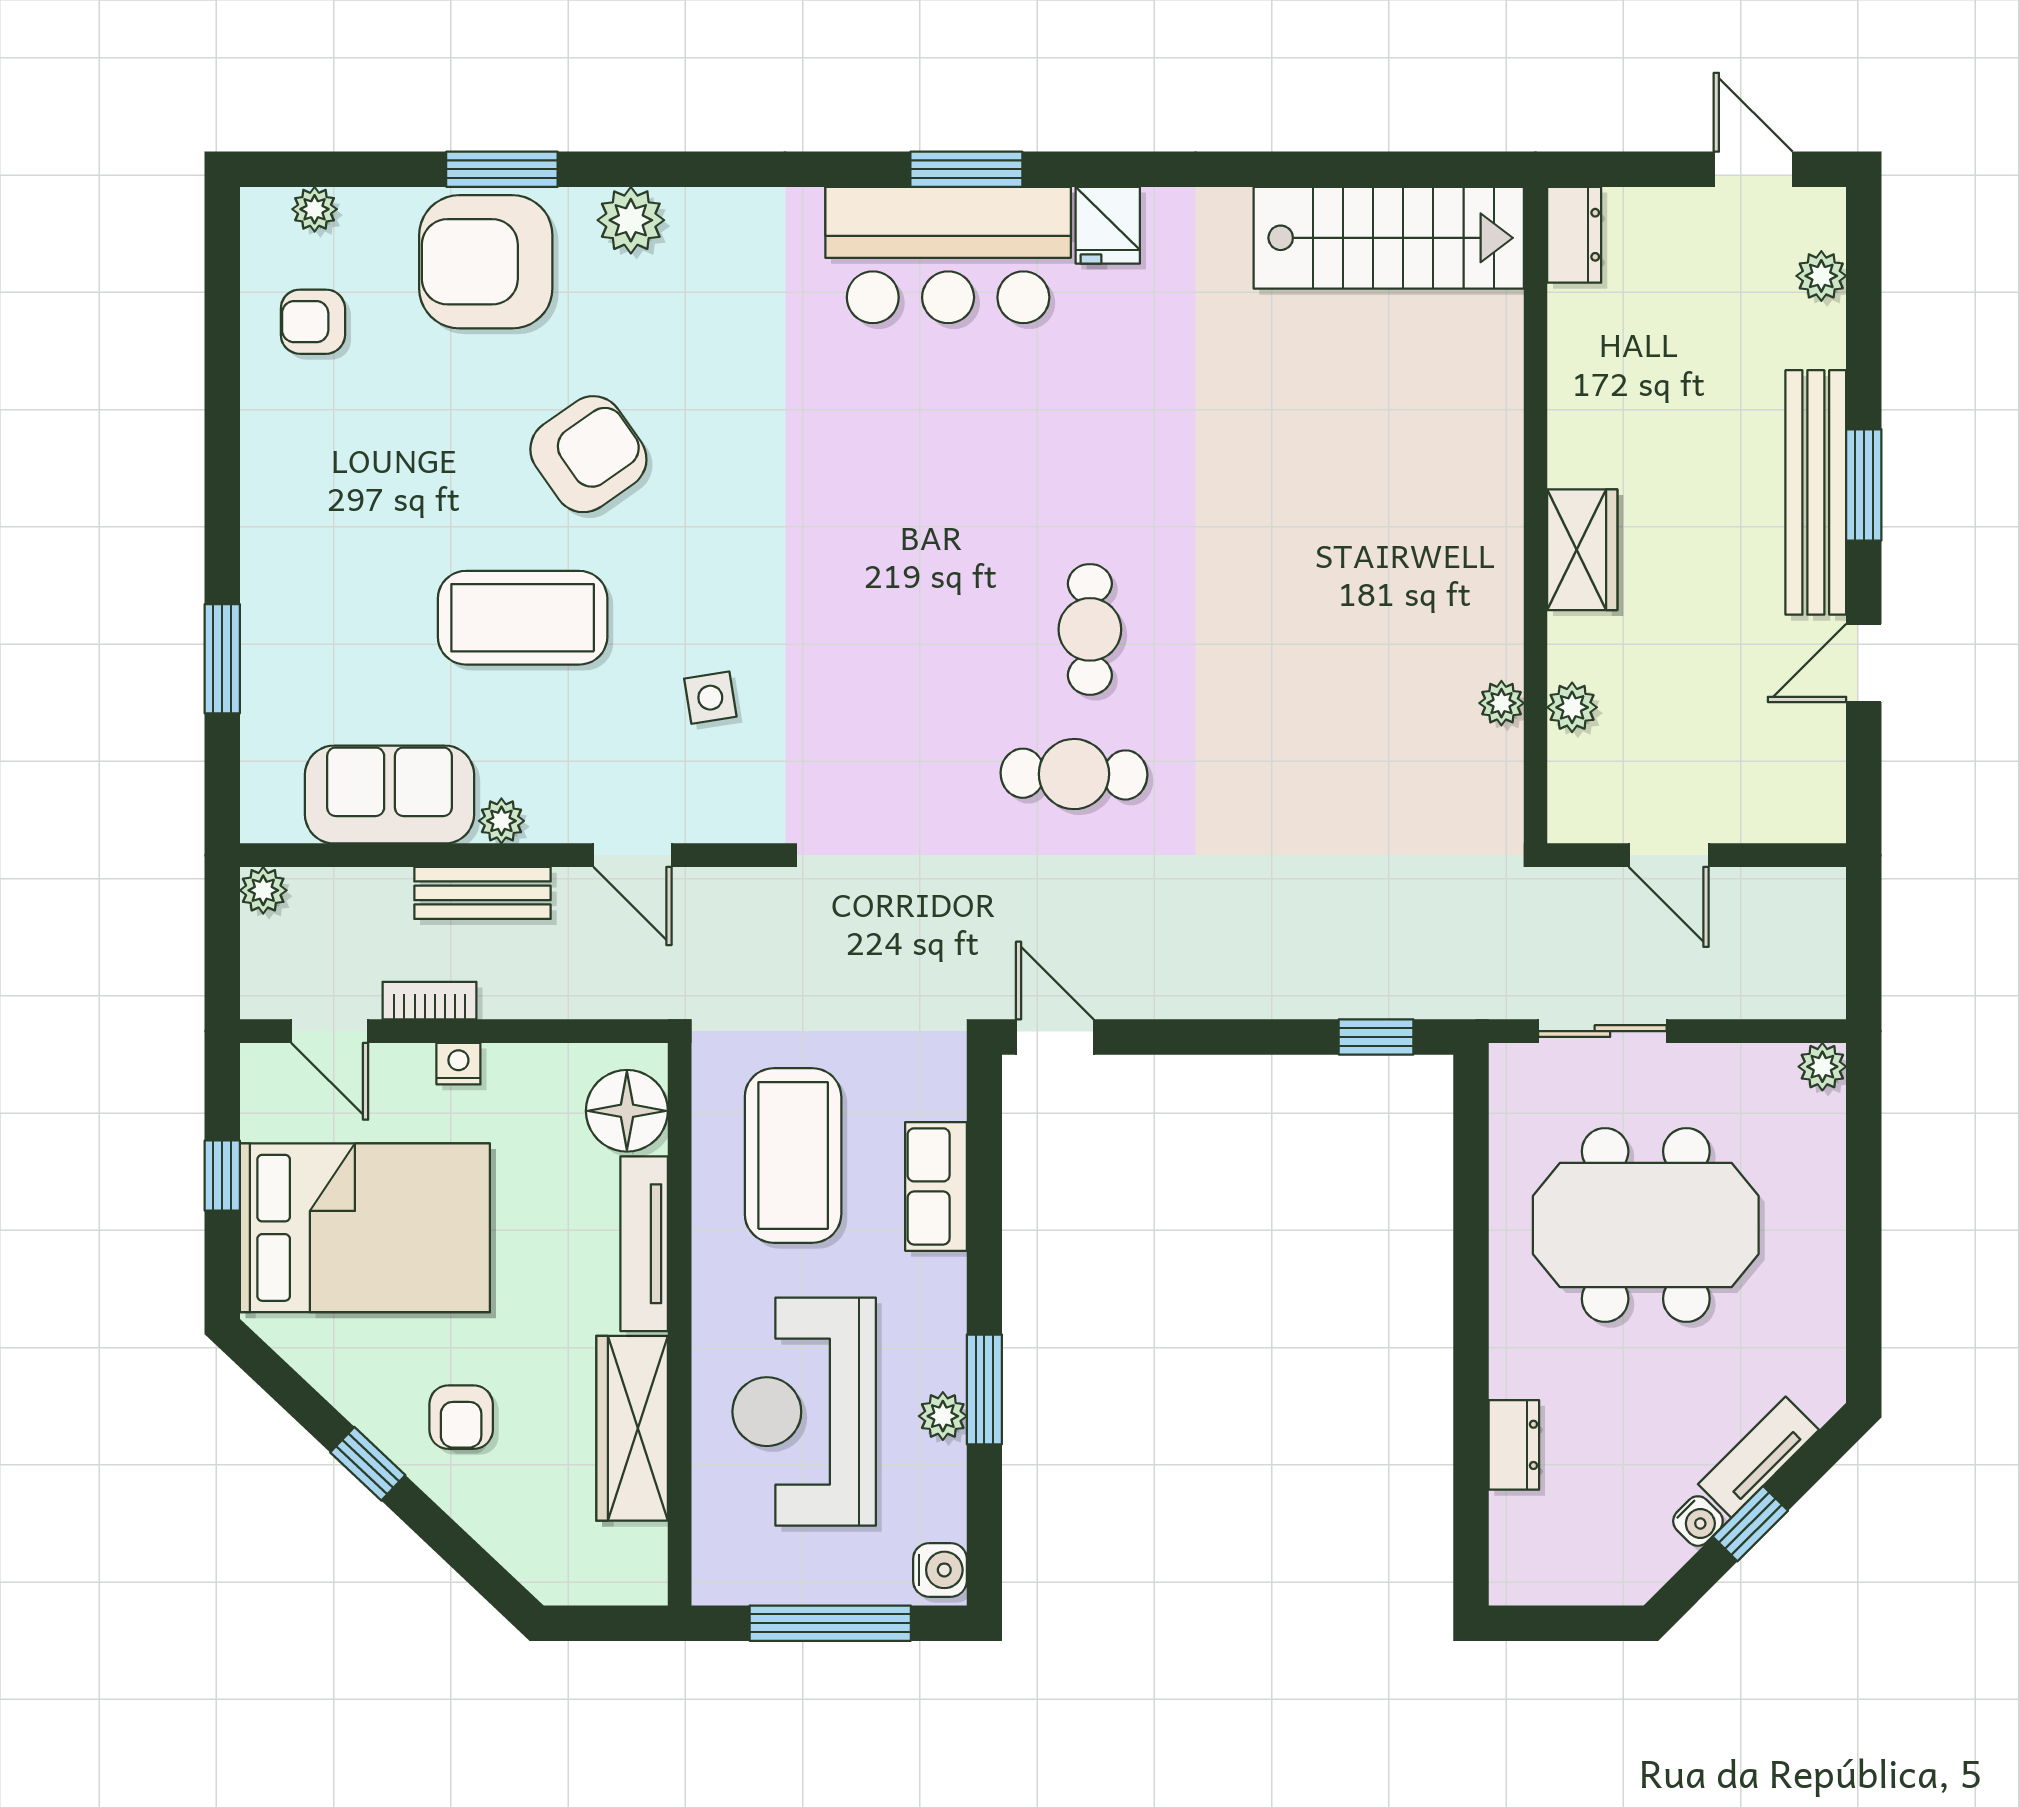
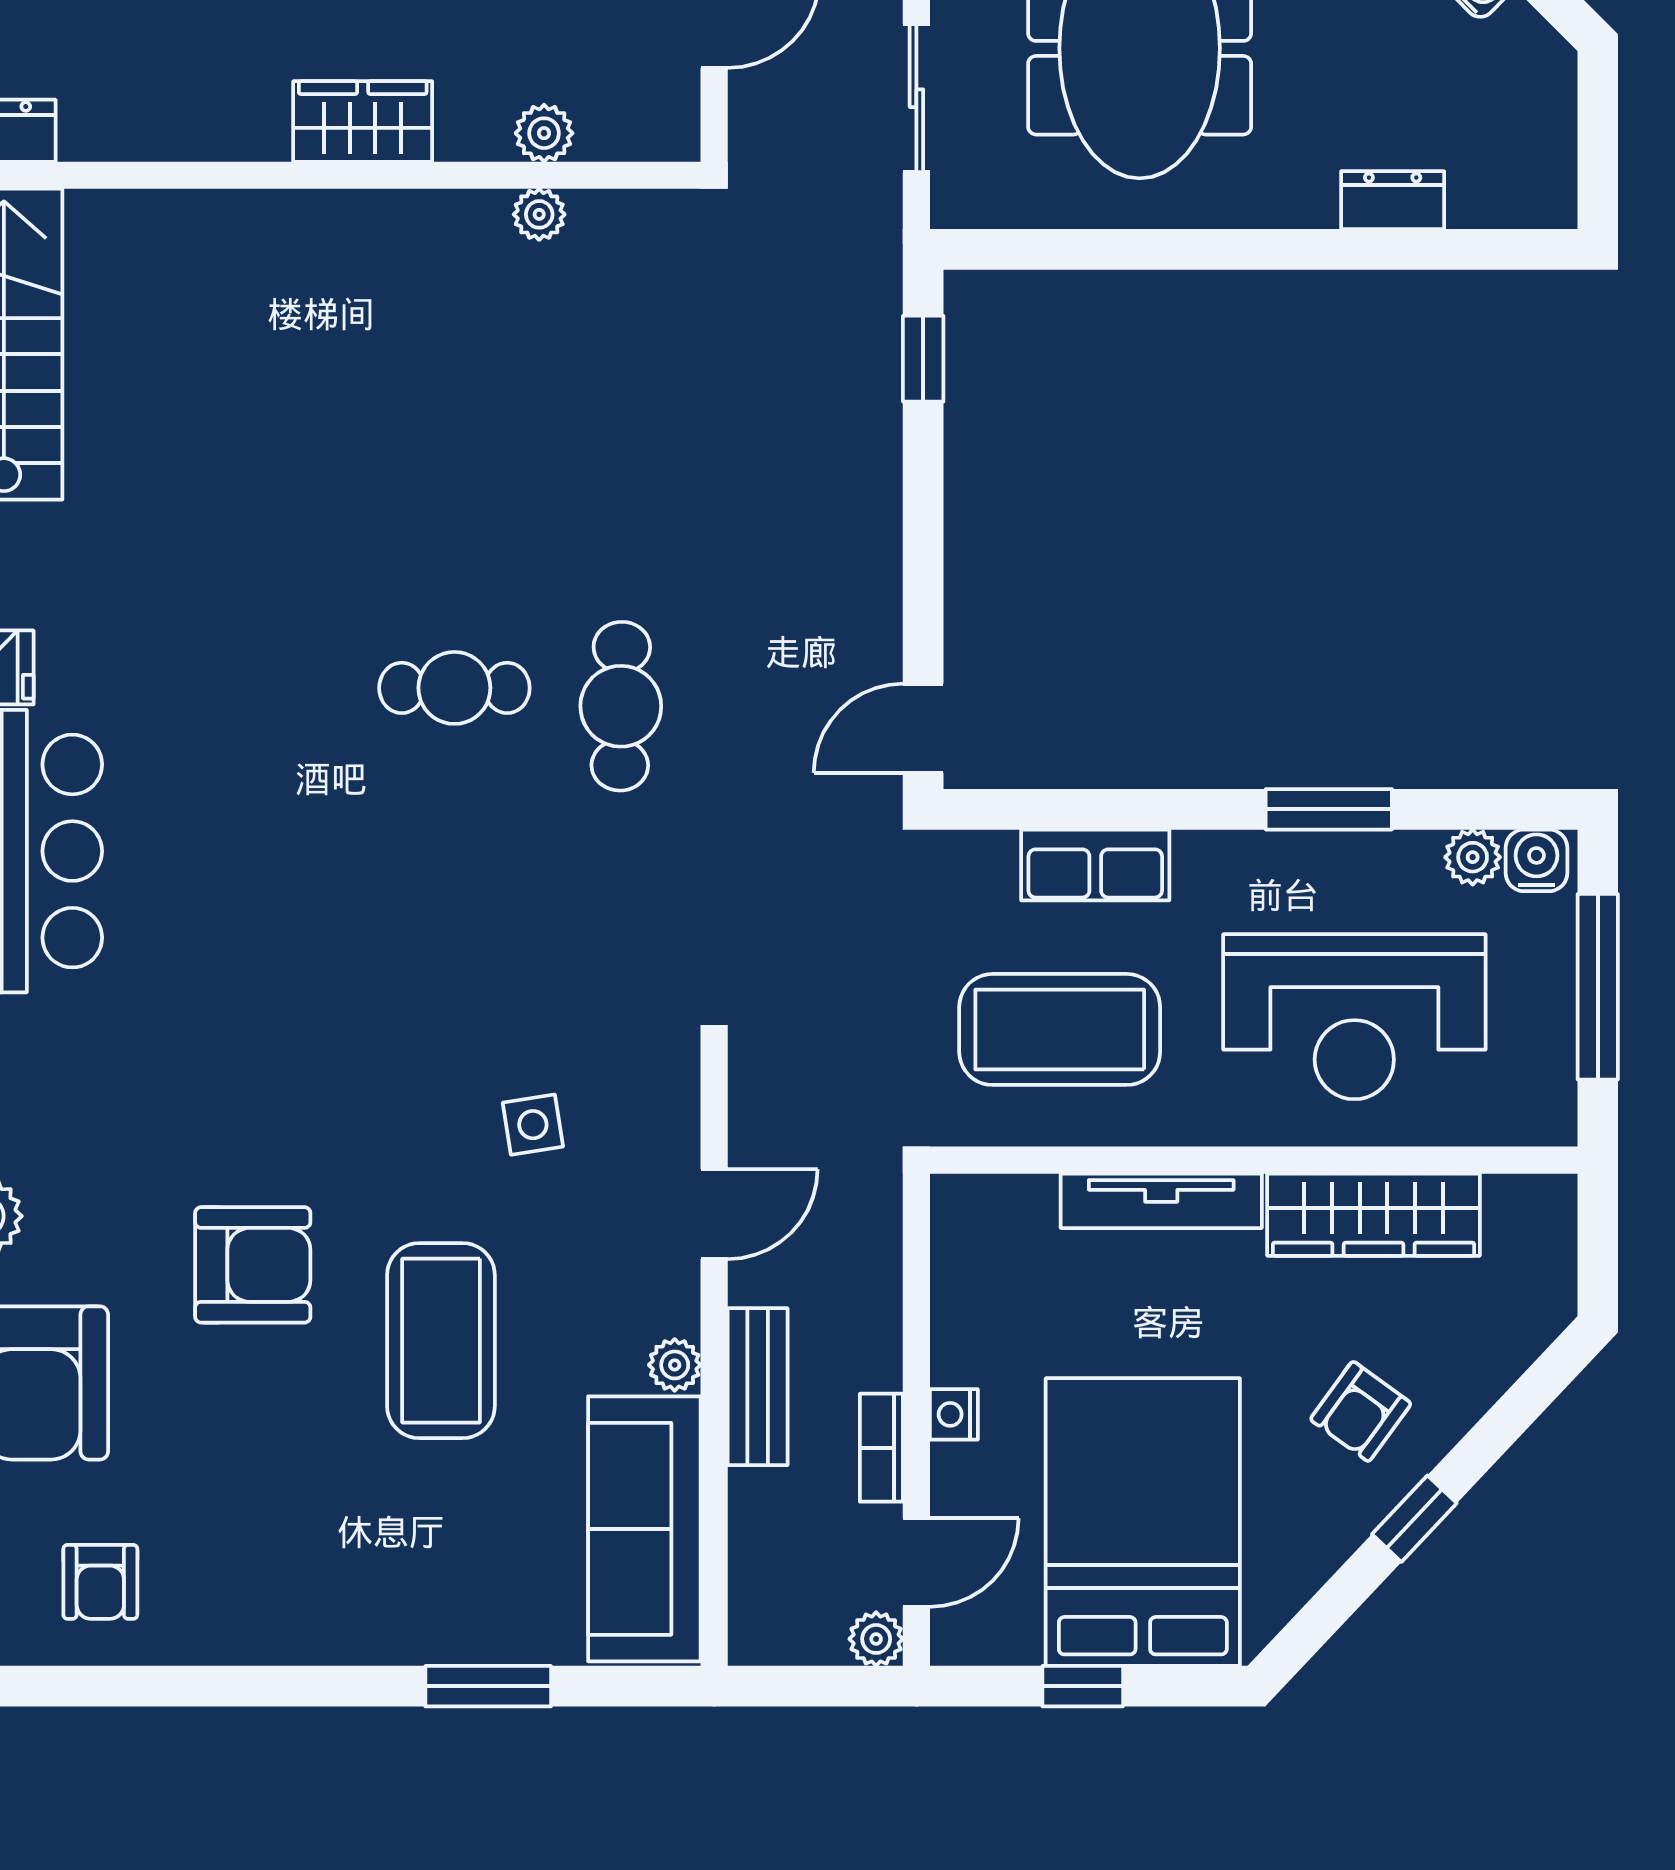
armchair: (588, 454) -> (253, 1265), turned 125
sofa: (390, 795) -> (644, 1529), width x1.36
plant: (263, 890) -> (876, 1639), moved
floor lamp: (627, 1111) -> (1008, 1221), removed
plant: (943, 1416) -> (1473, 857), moved
armchair: (461, 1417) -> (1361, 1411), turned 126

